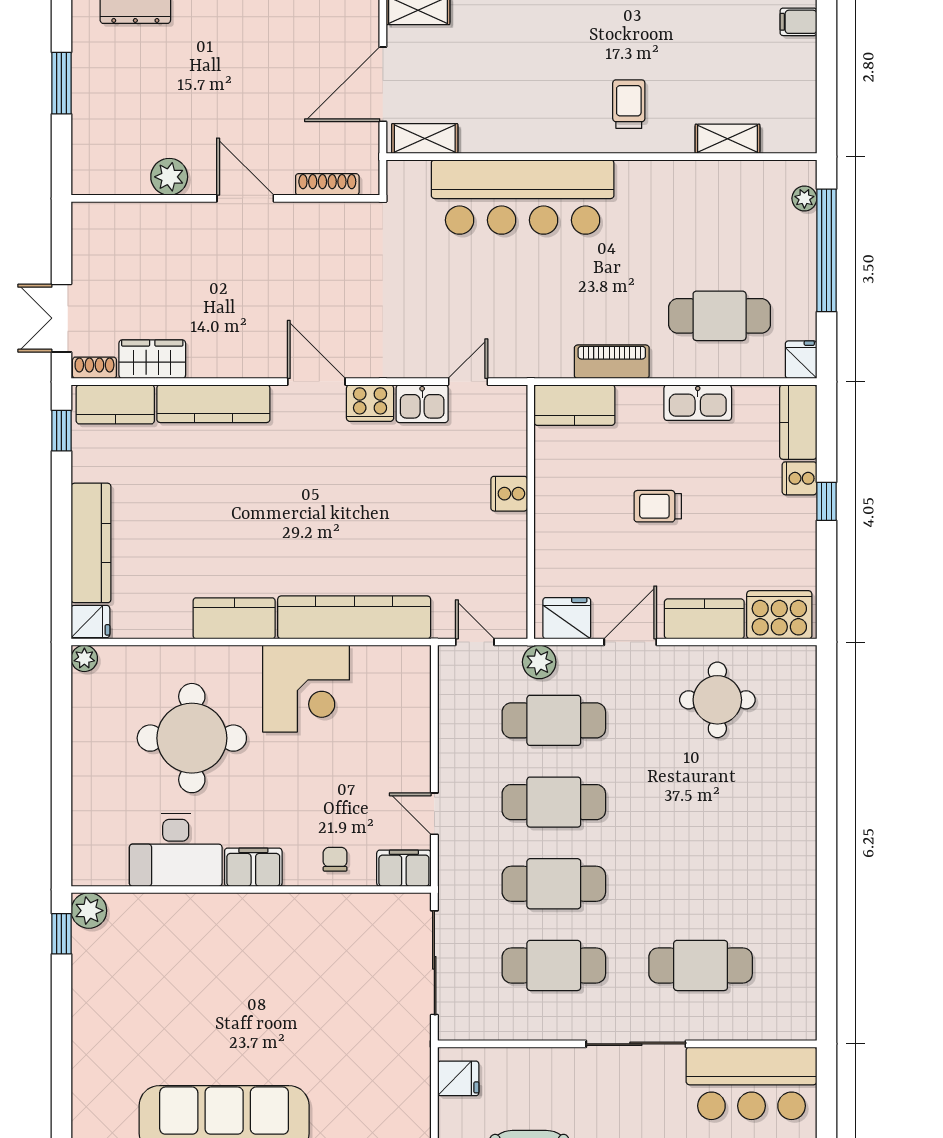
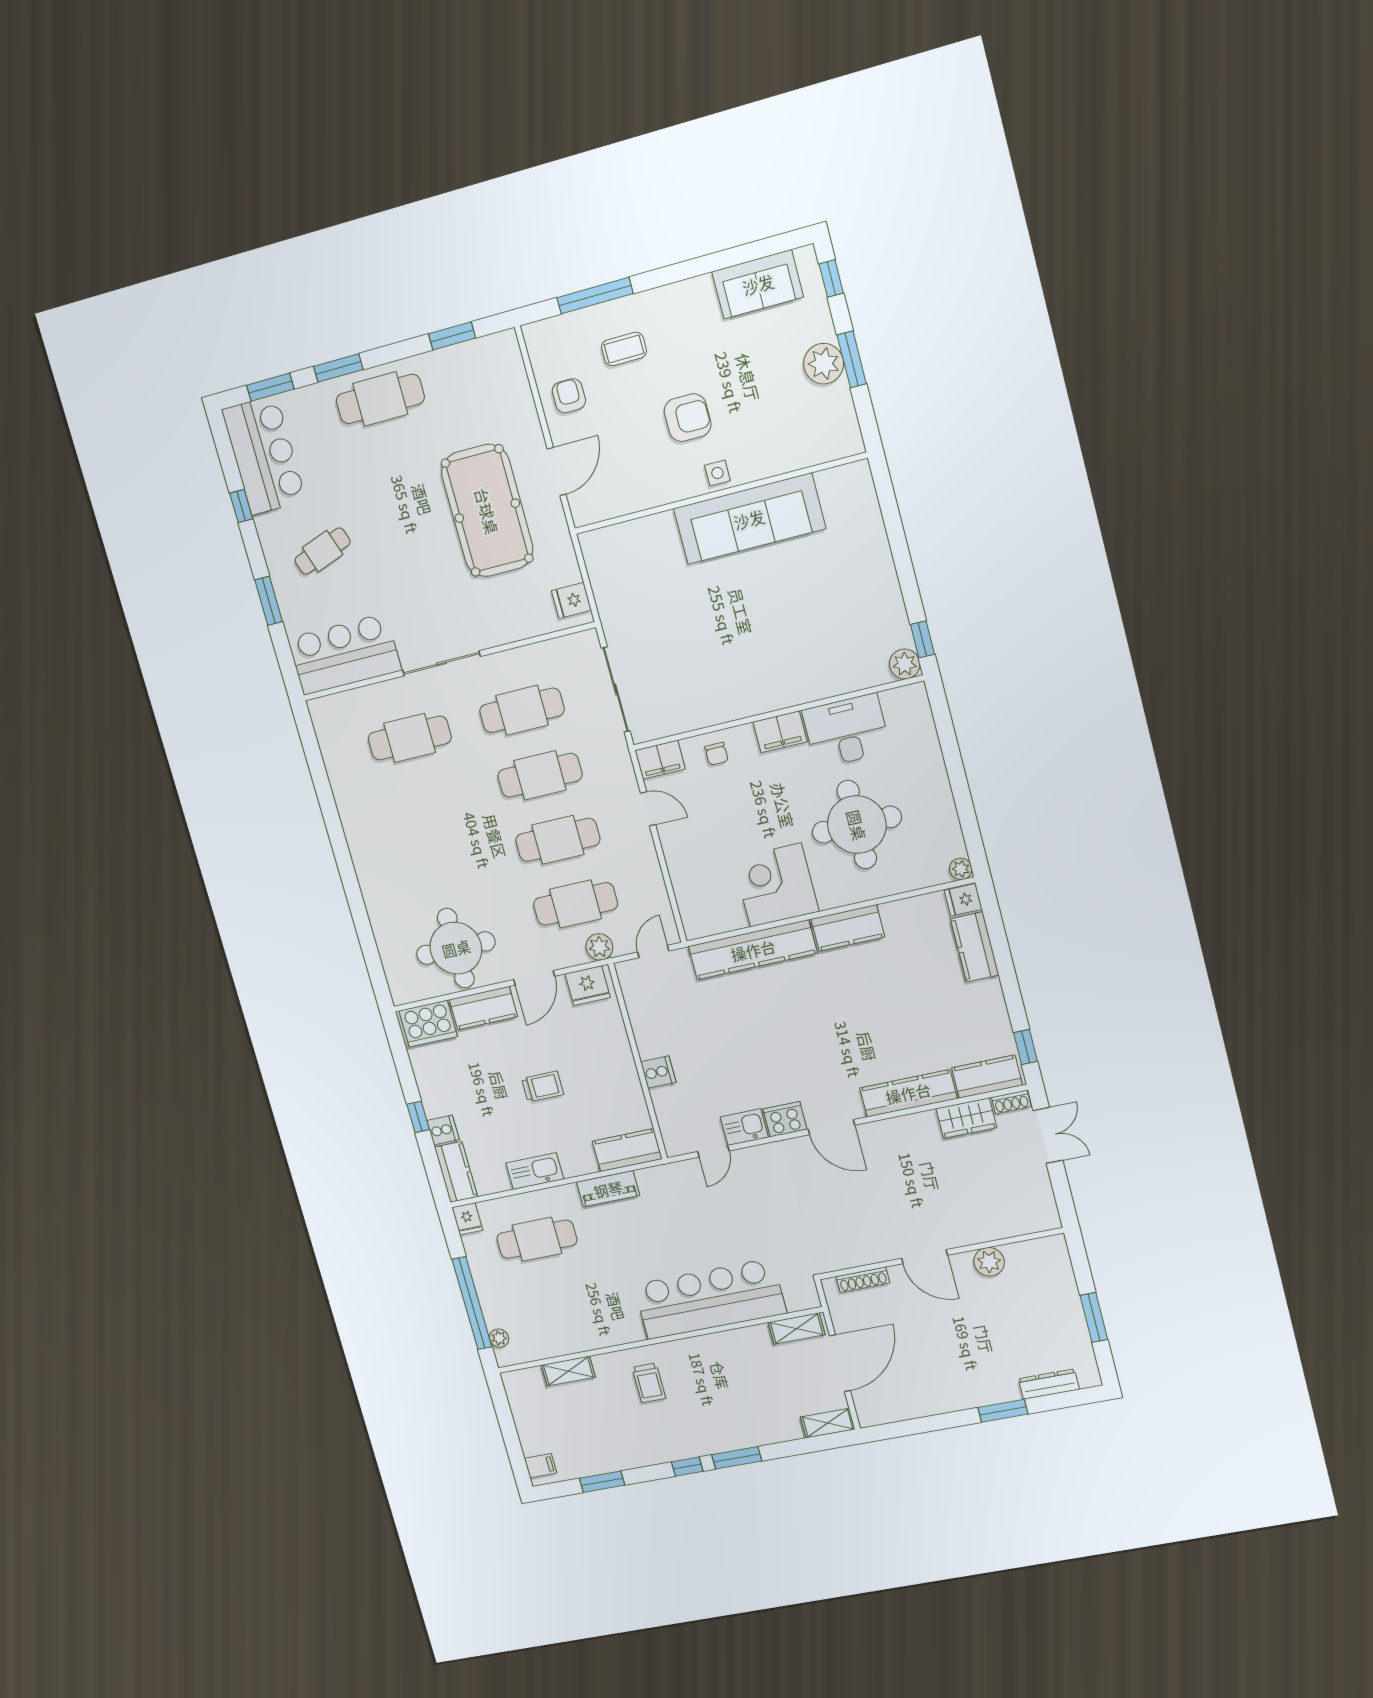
kitchen counter: (91, 543) -> (975, 947), width x0.67
door: (475, 642) -> (653, 951), swing flipped
round table: (717, 700) -> (456, 948), width x1.36, depth x1.36

